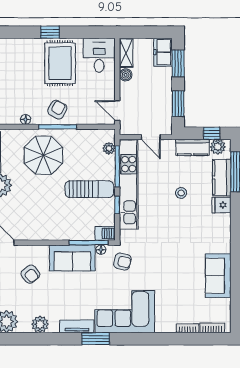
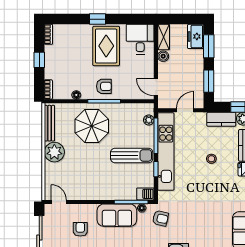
armchair: (57, 110) -> (104, 86), turned 61
door: (151, 137) -> (185, 110), swing flipped
armchair: (30, 274) -> (80, 229), turned -141

